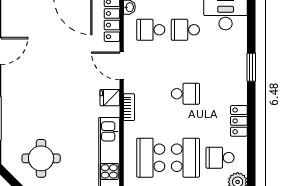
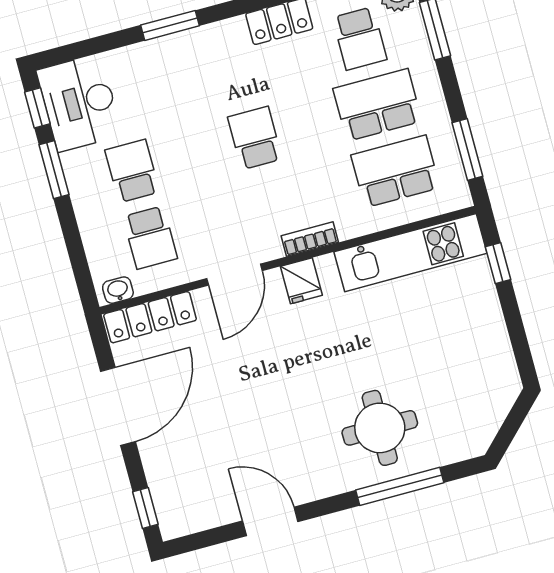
school desk: (185, 30) -> (132, 171), turned 180
round table: (41, 158) -> (380, 428), moved
school desk: (151, 158) -> (395, 171), turned 180

